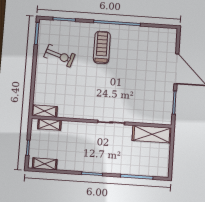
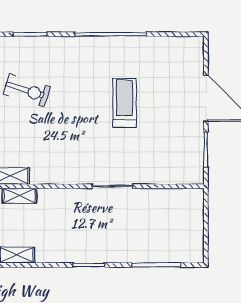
treadmill: (102, 47) -> (124, 103), moved
shelving: (152, 134) -> (175, 200), removed

